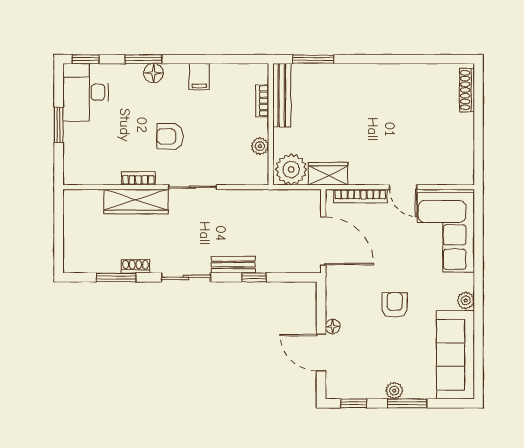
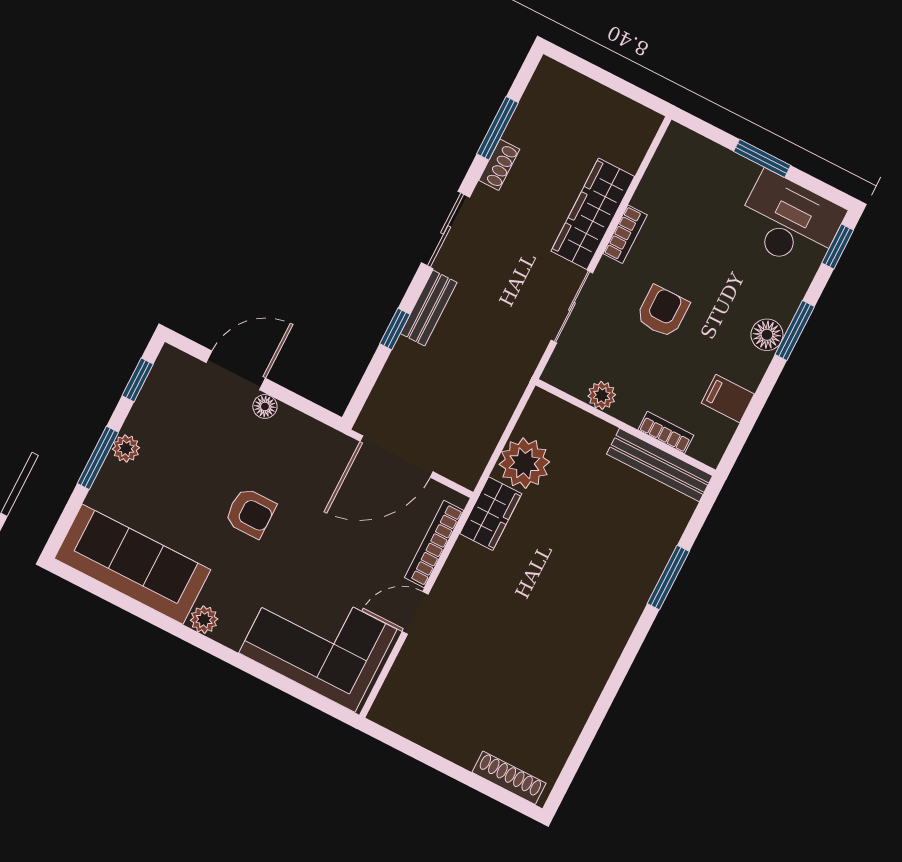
bench: (282, 95) -> (659, 465), moved
bookcase: (262, 101) -> (666, 432), moved
wall: (271, 124) -> (626, 427), moved
plant: (260, 146) -> (602, 395), moved

